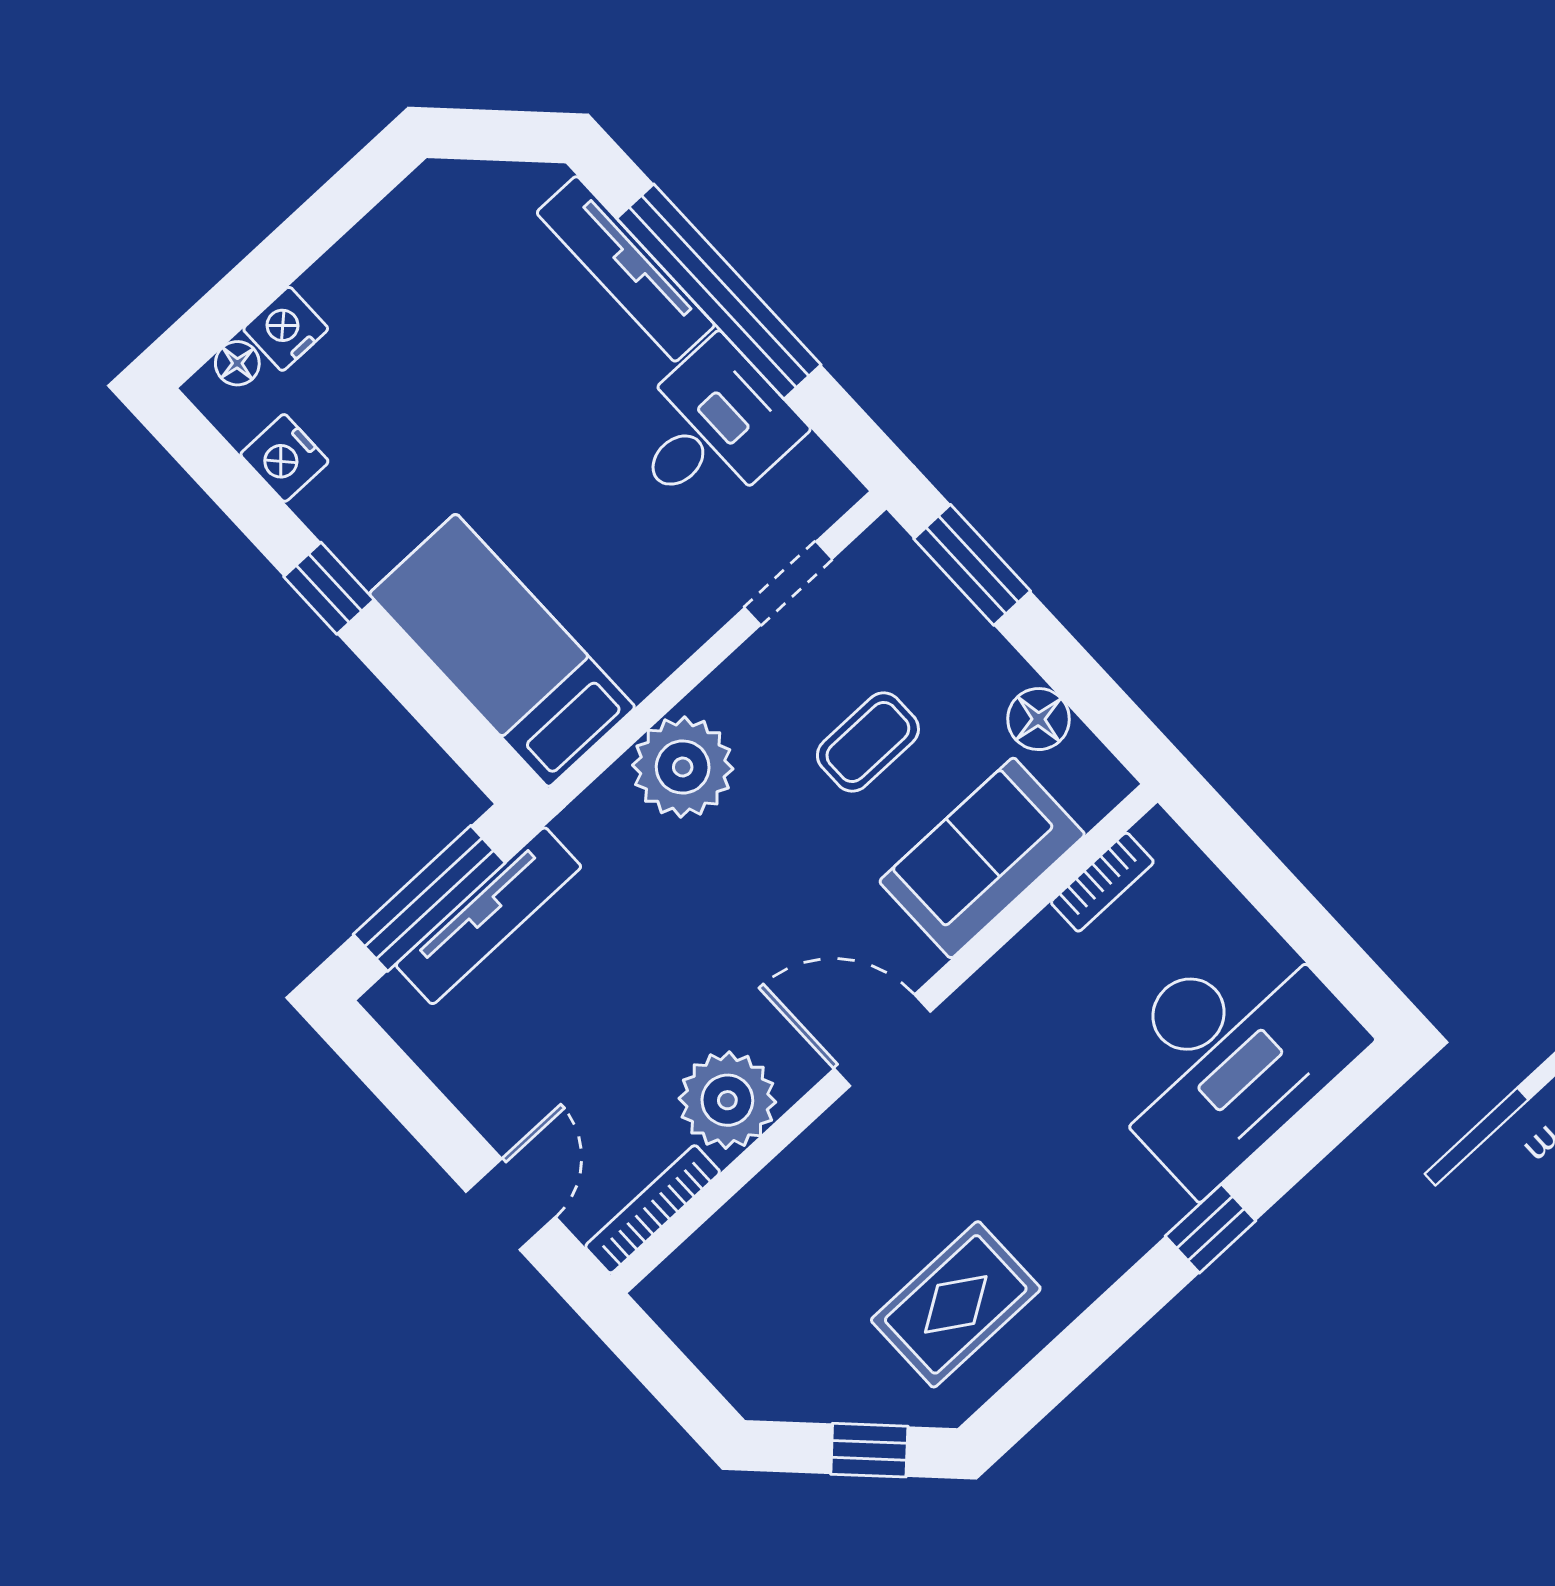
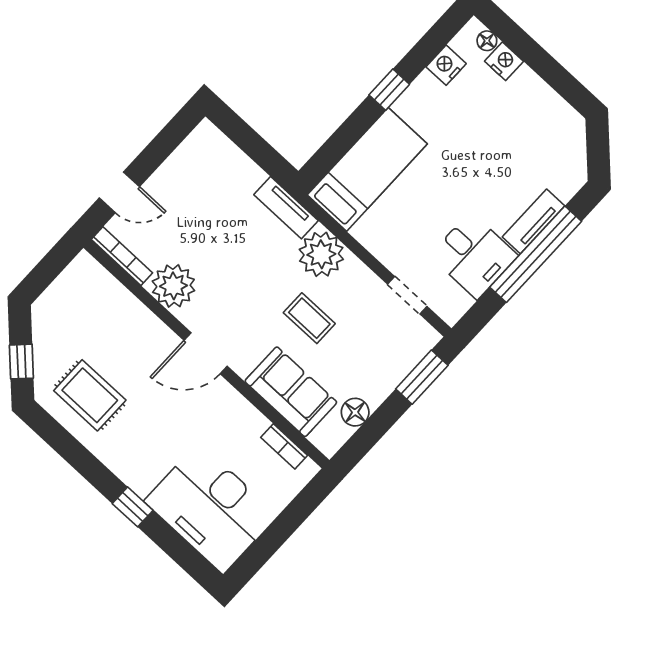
tv unit: (626, 269) -> (534, 221), width x0.71
coffee table: (868, 742) -> (309, 318), moved
window: (429, 898) -> (254, 145), removed
tv unit: (488, 916) -> (286, 208), moved, width x0.71
door: (882, 1040) -> (206, 353), swing flipped

